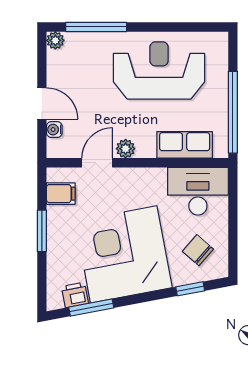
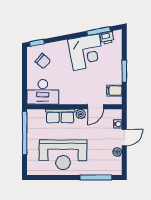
plant: (55, 40) -> (117, 152), moved
door: (42, 104) -> (124, 138), swing flipped
row of seats: (185, 145) -> (60, 116), moved
corner desk: (124, 254) -> (86, 52), width x0.74, depth x0.74
window: (190, 289) -> (37, 43), moved

